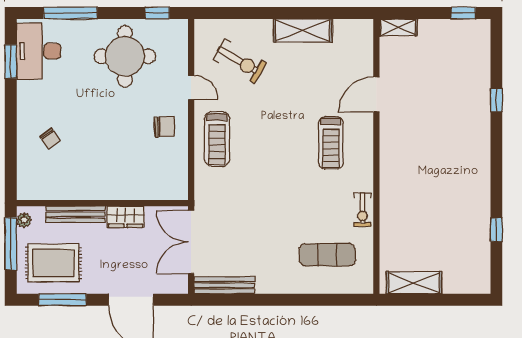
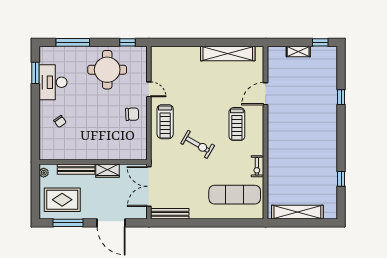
shelving: (398, 27) -> (298, 51), moved
shelving: (303, 31) -> (228, 53), width x1.47
desk: (39, 51) -> (53, 82), moved
exercise bike: (240, 61) -> (198, 144), moved
window: (11, 244) -> (35, 188), removed
exercise mat: (327, 255) -> (235, 195), width x1.36, depth x1.45
shelving: (414, 283) -> (297, 212), width x1.47

